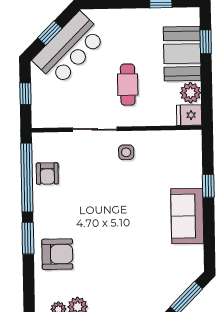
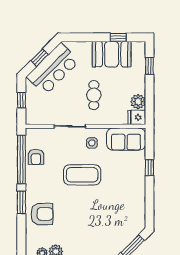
booth: (182, 54) -> (112, 54), moved, turned 90
coffee table: (113, 198) -> (82, 175), added
sofa: (187, 216) -> (126, 139), moved, turned -90

